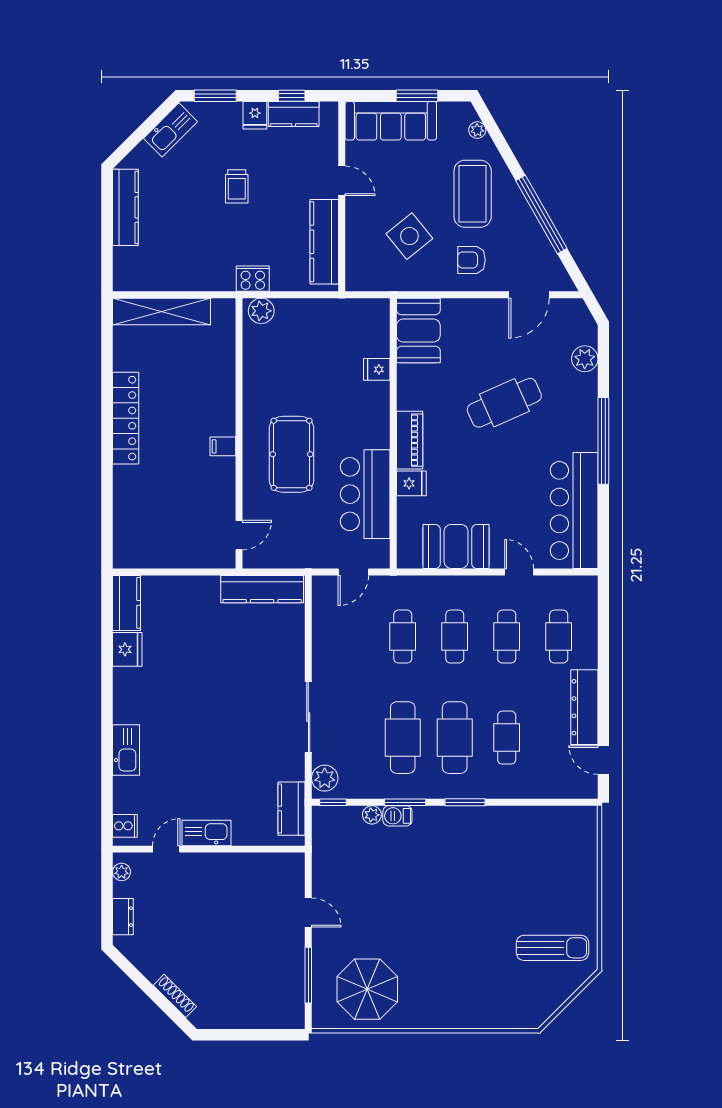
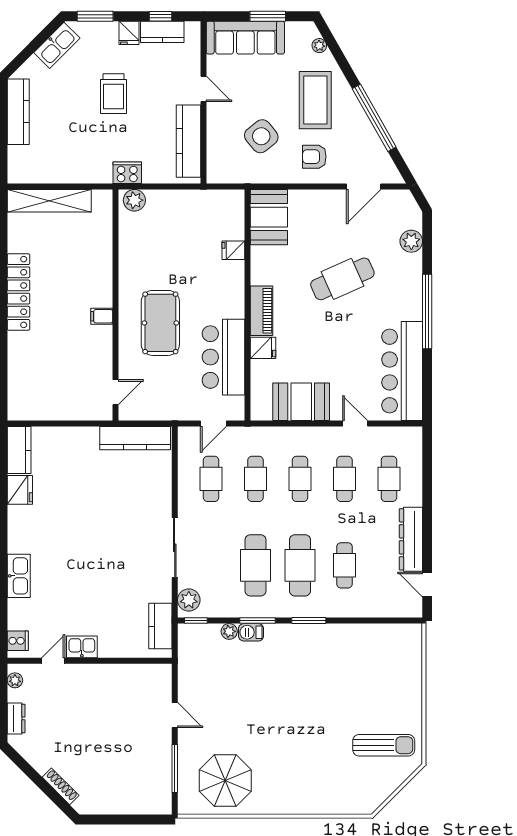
trolley: (237, 186) -> (113, 94), width x1.36, depth x1.39
cafe table: (351, 637) -> (211, 479), added
kitchen sink: (206, 833) -> (82, 647), width x0.73

